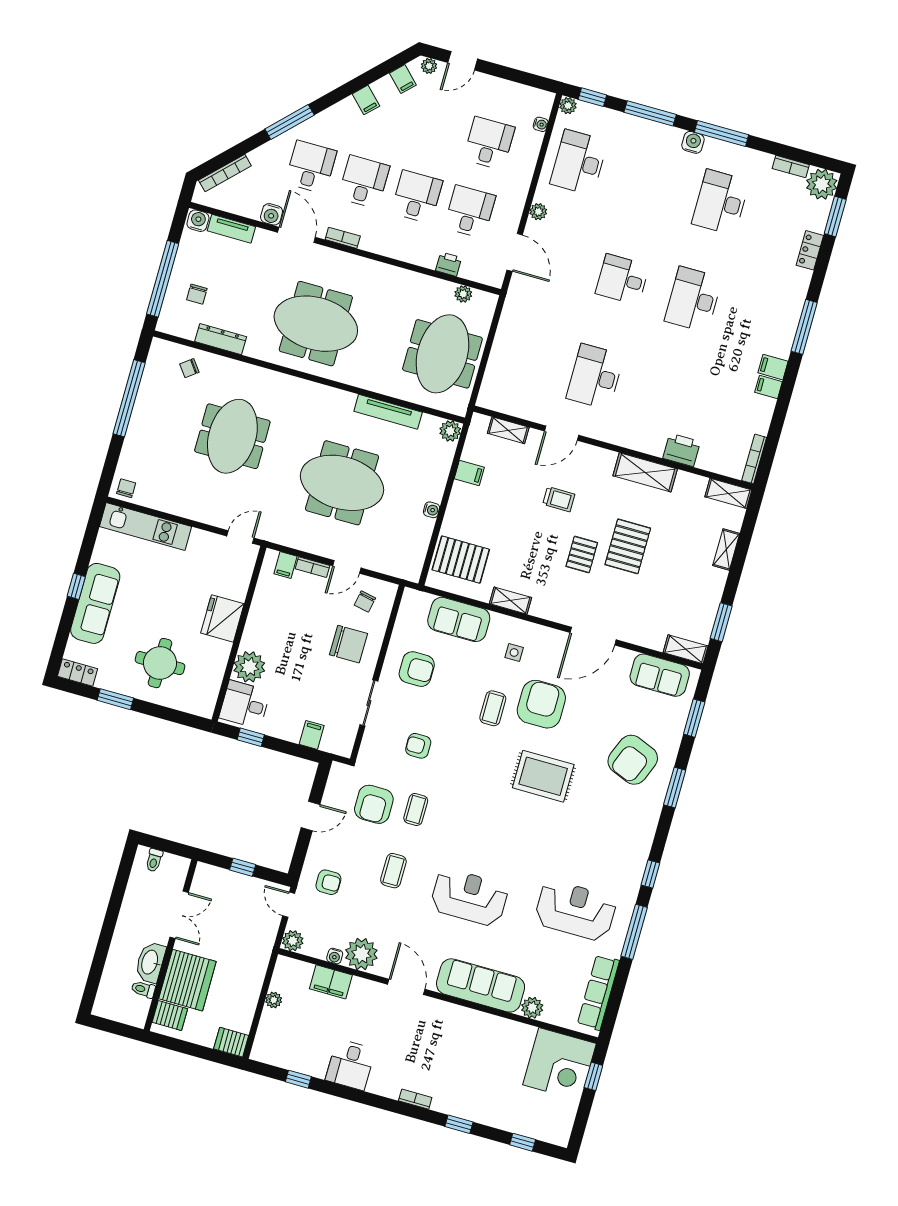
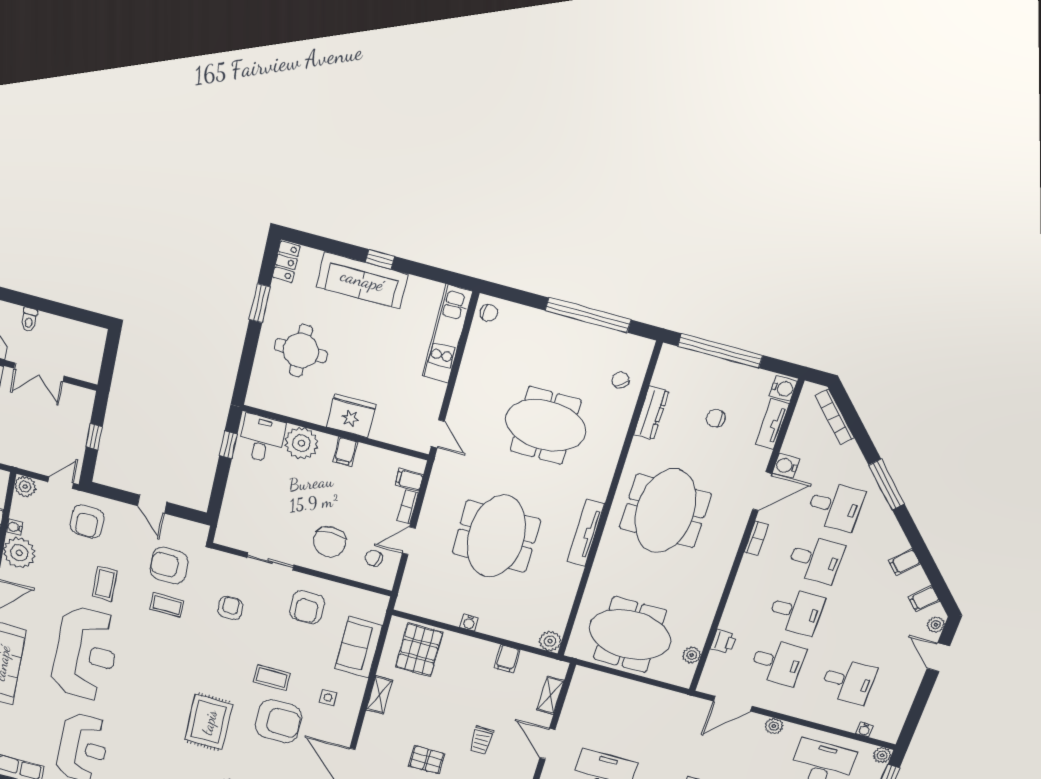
chair: (197, 294) -> (716, 418), moved
tv unit: (388, 412) -> (586, 533), moved
door: (347, 567) -> (409, 541), hinge flipped
filing cabinet: (312, 735) -> (345, 452), moved, turned 90
toilet: (154, 860) -> (29, 320), moved, turned -90
coffee table: (393, 871) -> (105, 584), turned 90
armchair: (328, 882) -> (87, 521), width x1.38, depth x1.38
reception desk: (469, 897) -> (86, 654), width x1.36, depth x1.30

